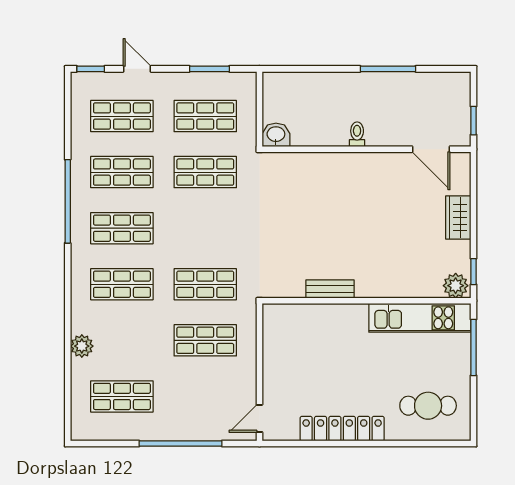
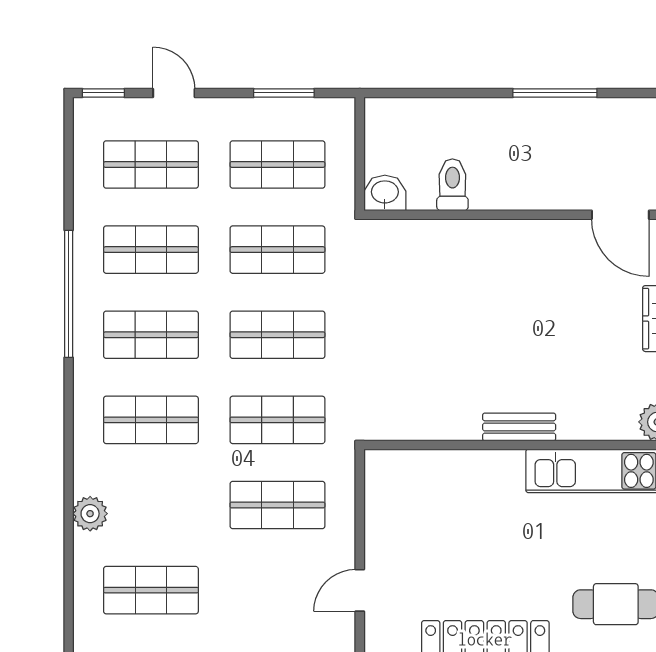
toilet: (357, 134) -> (452, 185), moved, width x1.37, depth x1.39
shop shelf: (205, 228) -> (277, 335), added
bench: (330, 289) -> (519, 427), moved
door: (259, 418) -> (360, 590), moved

